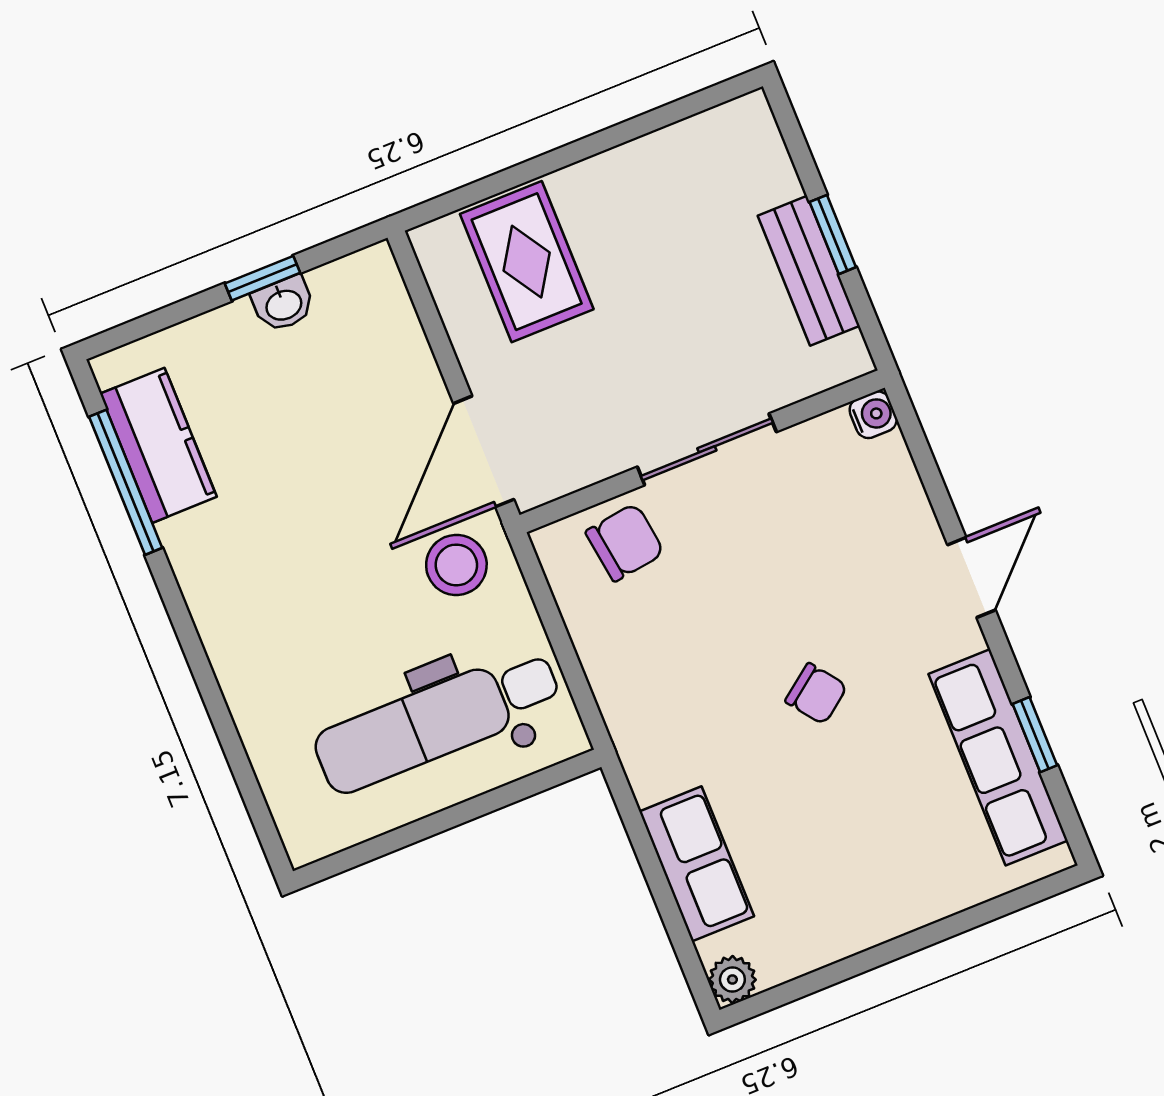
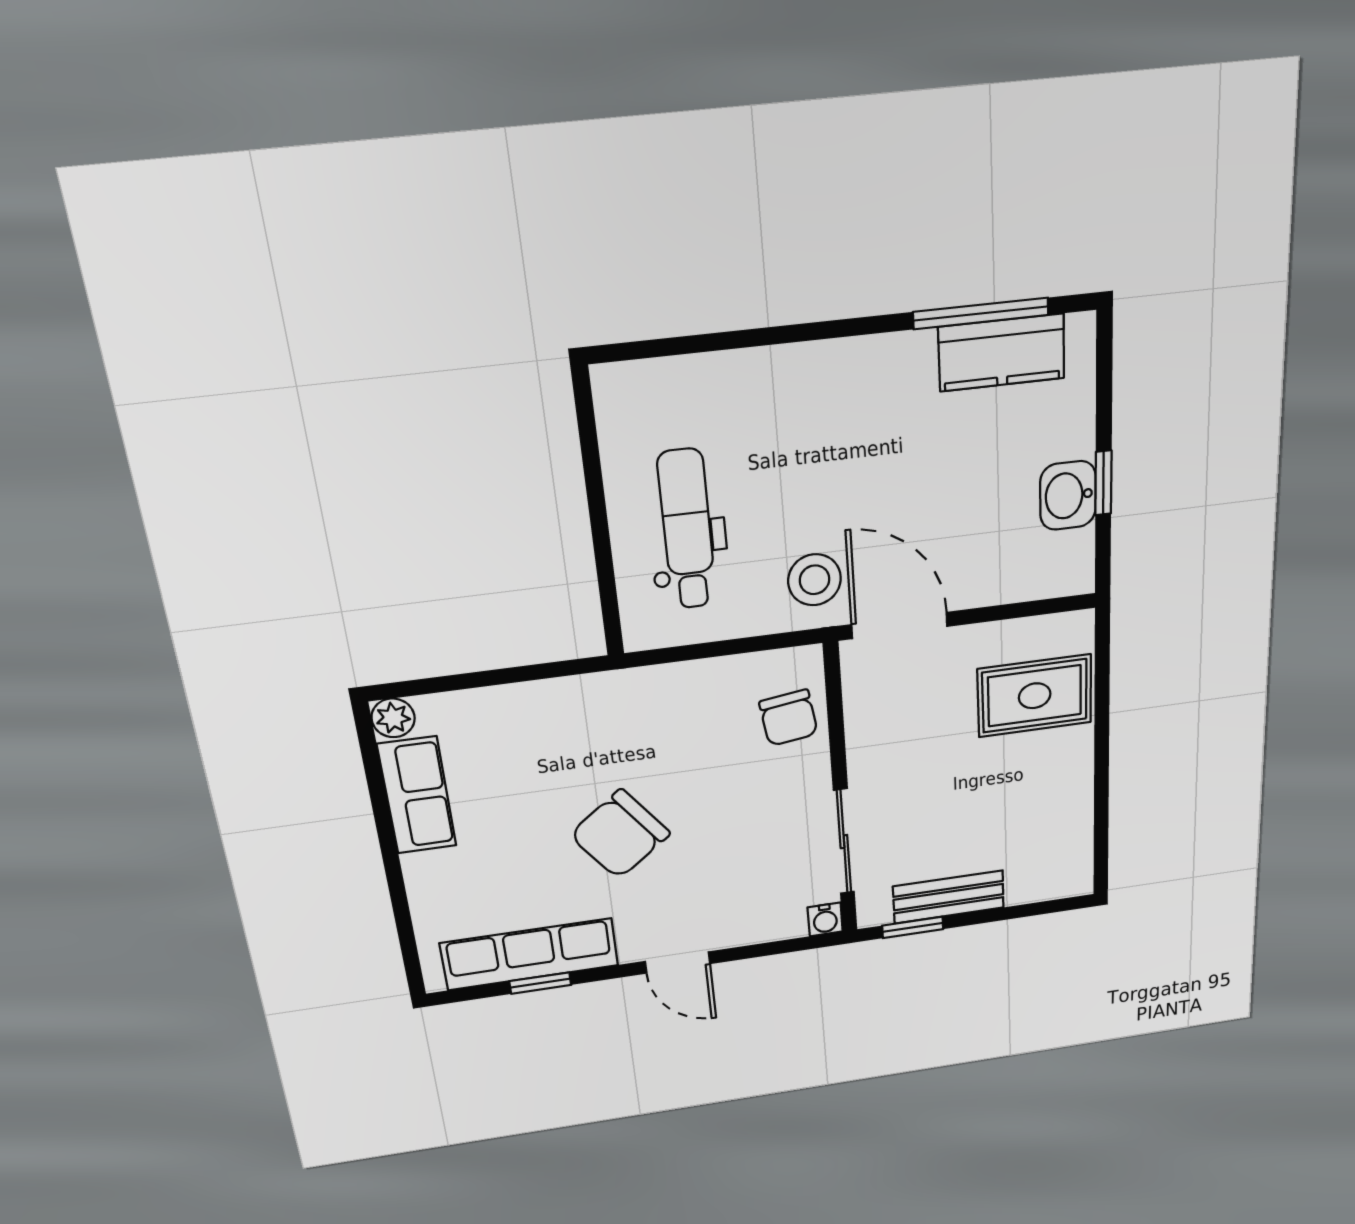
window: (833, 234) -> (913, 927), moved
washbasin: (283, 304) -> (1068, 495), width x1.38, depth x1.45
sliding door: (707, 449) -> (844, 842), moved
chair: (816, 694) -> (620, 834), width x1.87, depth x1.87
dental chair: (437, 721) -> (687, 530), width x0.73, depth x0.72
row of seats: (697, 864) -> (417, 795), moved, turned -90

